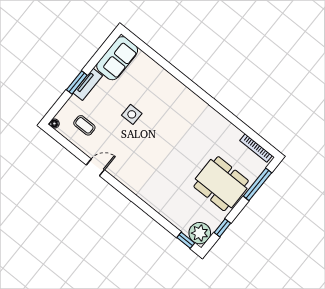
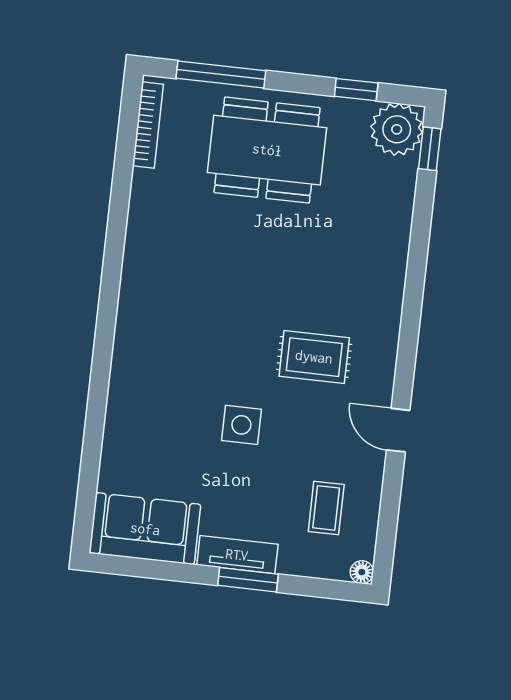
rug: (139, 154) -> (314, 357), added
dining table: (221, 184) -> (267, 150), turned 90

